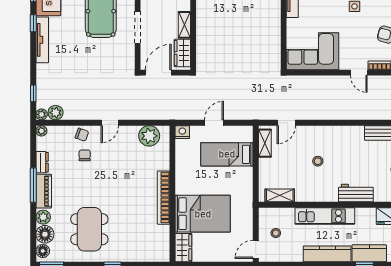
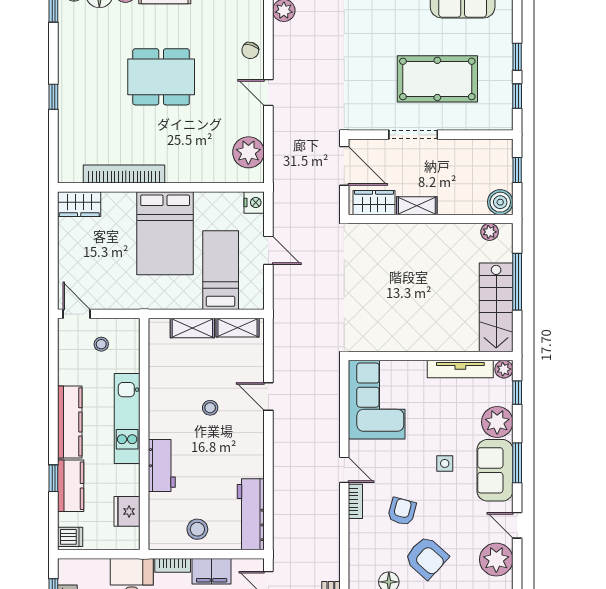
door: (359, 73) -> (344, 470), swing flipped
door: (286, 123) -> (268, 396), moved
chair: (85, 155) -> (219, 55), removed
shelving: (280, 195) -> (192, 328), moved, turned 90
bookcase: (163, 198) -> (124, 174), moved
bed: (203, 214) -> (165, 233), moved
dining table: (89, 229) -> (161, 77), moved

